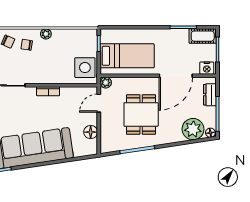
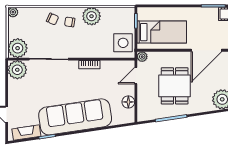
plant: (46, 34) -> (92, 16), width x1.88, depth x1.88

